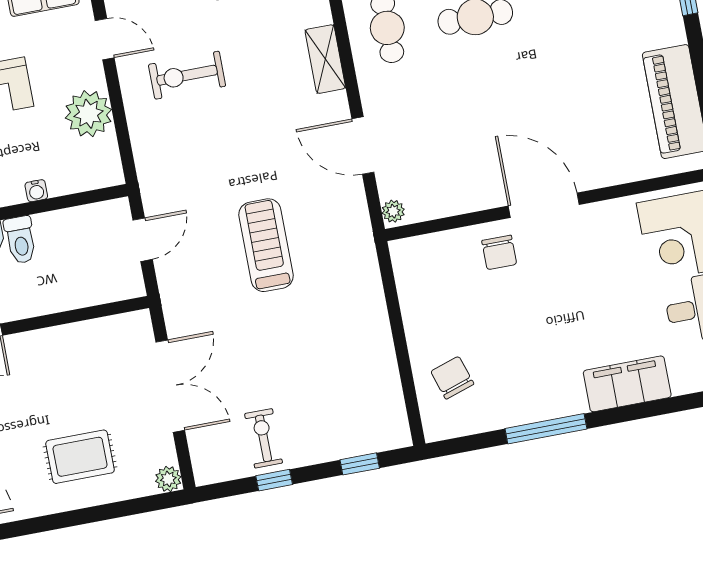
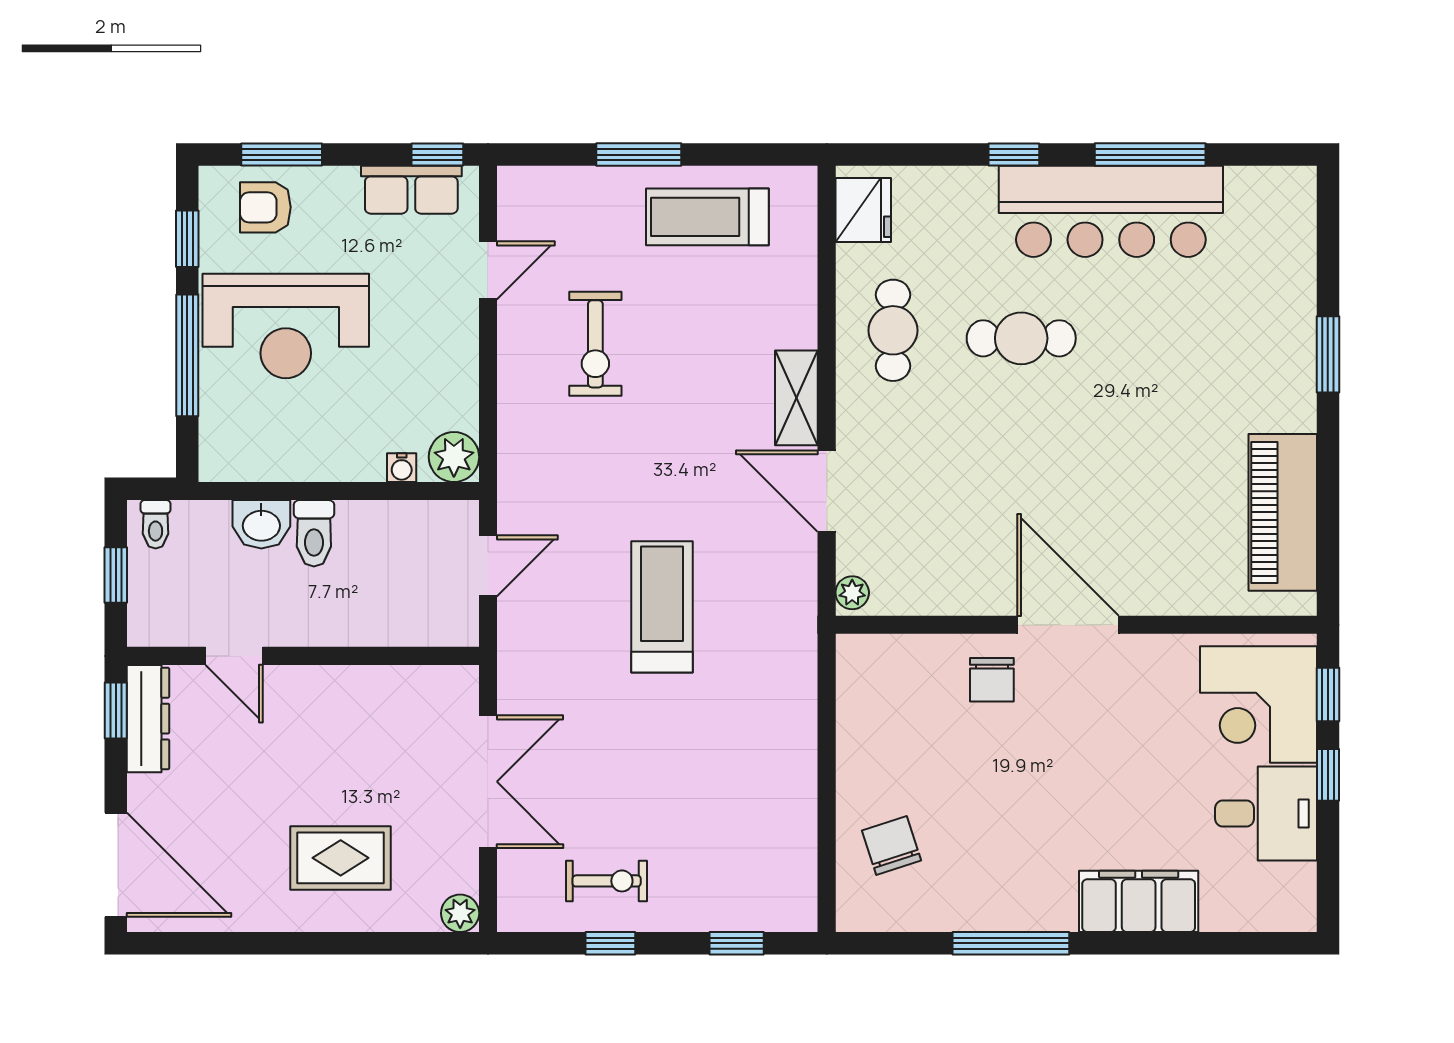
door: (105, 39) -> (488, 270), hinge flipped
shelving: (325, 59) -> (796, 398), moved
exercise bike: (187, 75) -> (595, 344), turned -90
plant: (88, 114) -> (454, 457), moved, width x0.73, depth x0.73
water cooler: (36, 191) -> (402, 468), moved
exercise bike: (264, 438) -> (607, 881), turned 90

